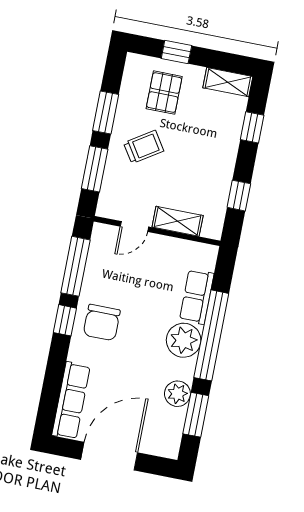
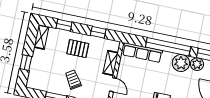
pallet: (164, 93) -> (78, 49), moved
row of seats: (197, 297) -> (142, 53), width x1.48
plant: (184, 340) -> (181, 63), moved

